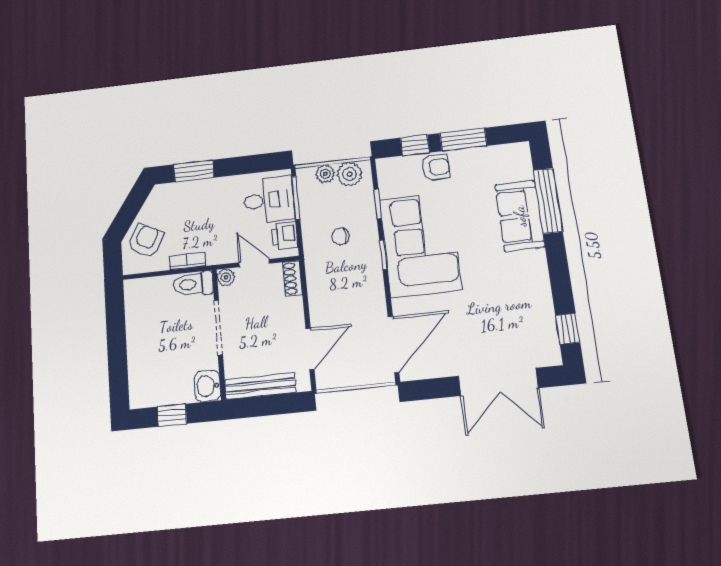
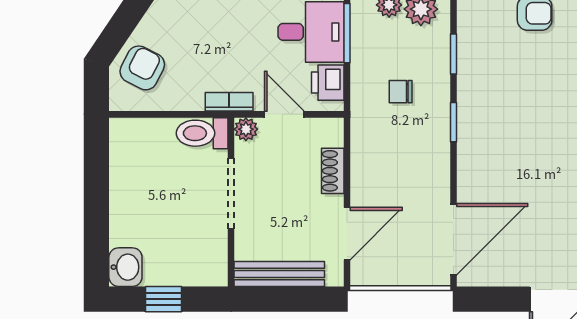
corner sofa: (421, 244) -> (503, 114), removed
bookcase: (187, 261) -> (229, 102), moved
shoe rack: (292, 278) -> (333, 171), moved
washbasin: (207, 386) -> (125, 267), moved, turned 180

